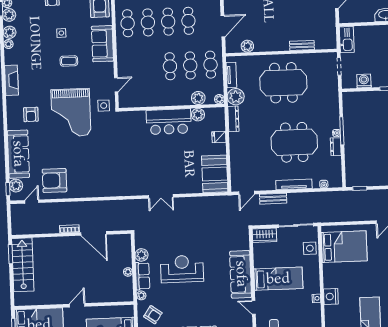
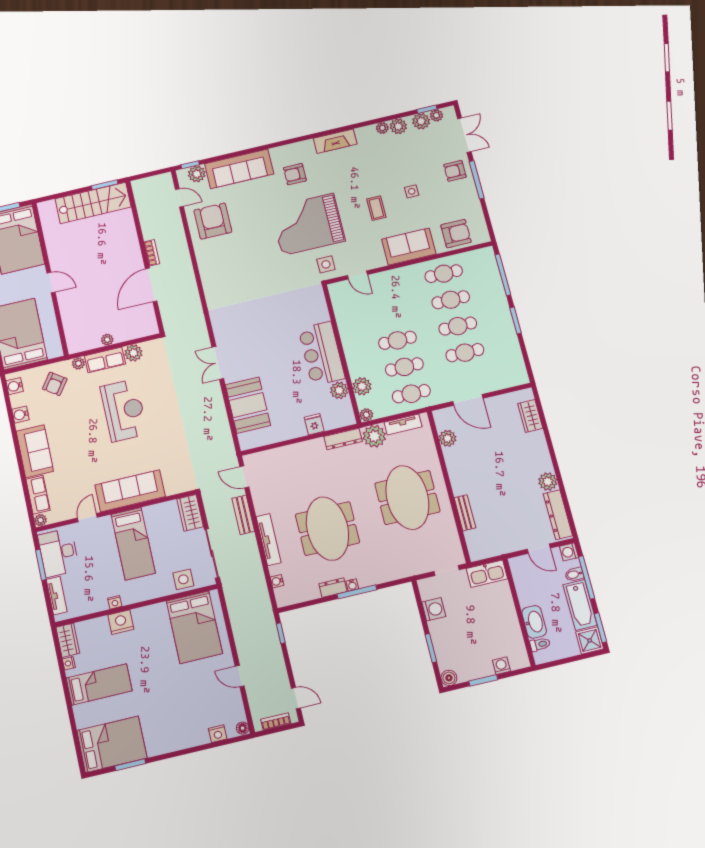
booth: (215, 174) -> (248, 405), moved, turned 90

